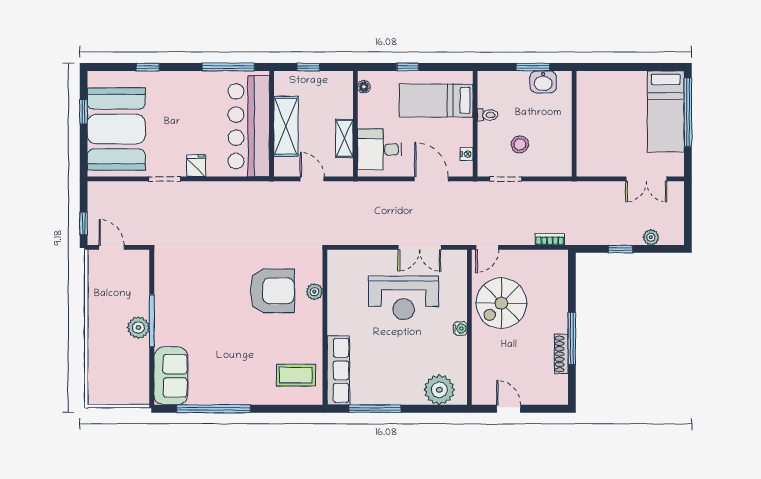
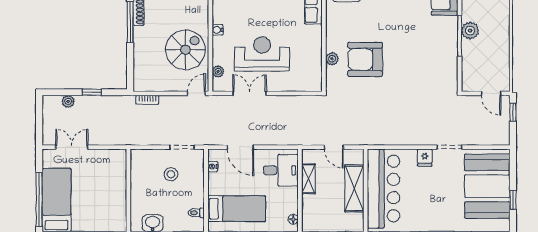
toilet: (488, 115) -> (196, 213), moved
plant: (460, 276) -> (218, 71), added

